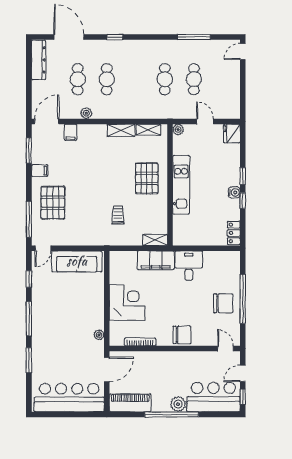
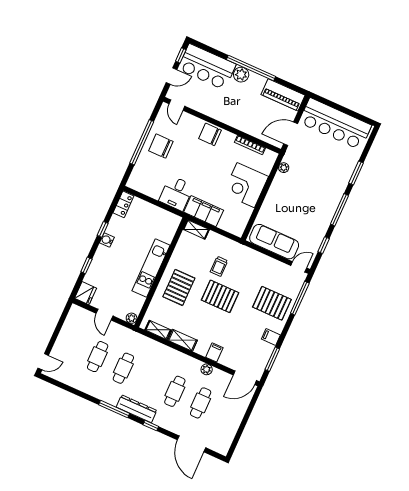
window: (194, 37) -> (114, 409), moved
dresser: (39, 60) -> (137, 409), moved, turned 90
filing cabinet: (70, 132) -> (214, 352), moved
window: (243, 176) -> (86, 265), moved
pallet: (104, 187) -> (220, 296), added
pallet: (53, 203) -> (272, 303), turned 90

